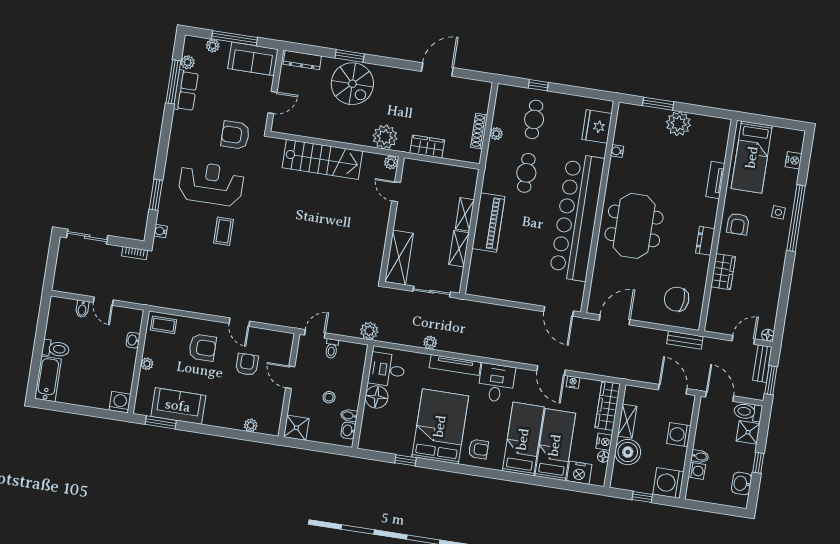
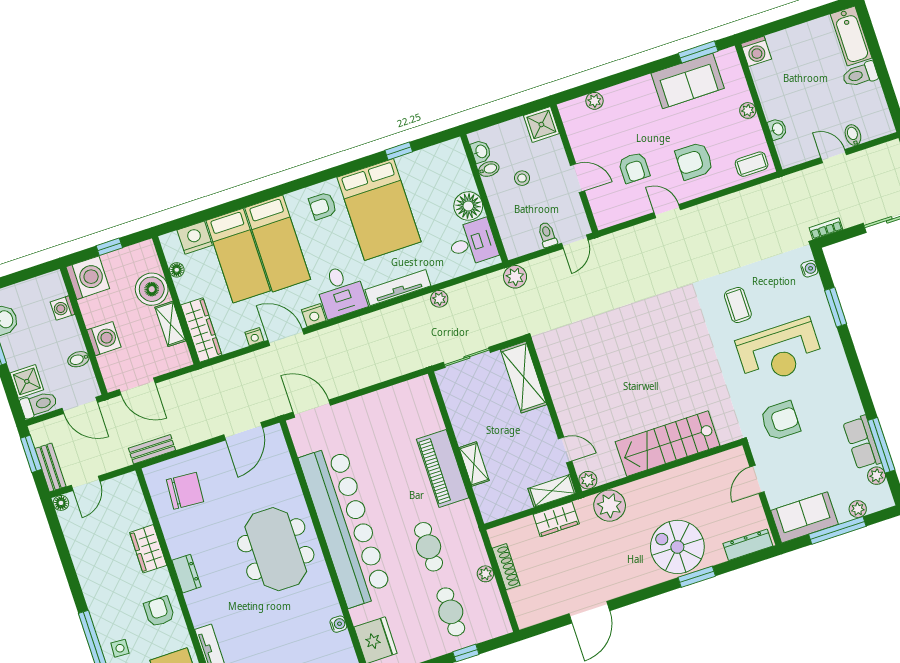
shelving: (459, 249) -> (552, 491), moved, turned 90
nightstand: (604, 442) -> (314, 315), moved, turned -90
bidet: (700, 456) -> (78, 359), moved

